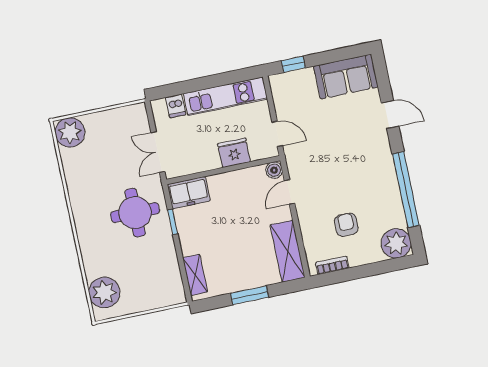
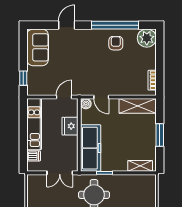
freezer: (189, 193) -> (91, 148), width x1.91, depth x1.26
armchair: (346, 225) -> (116, 43), moved, turned 90

